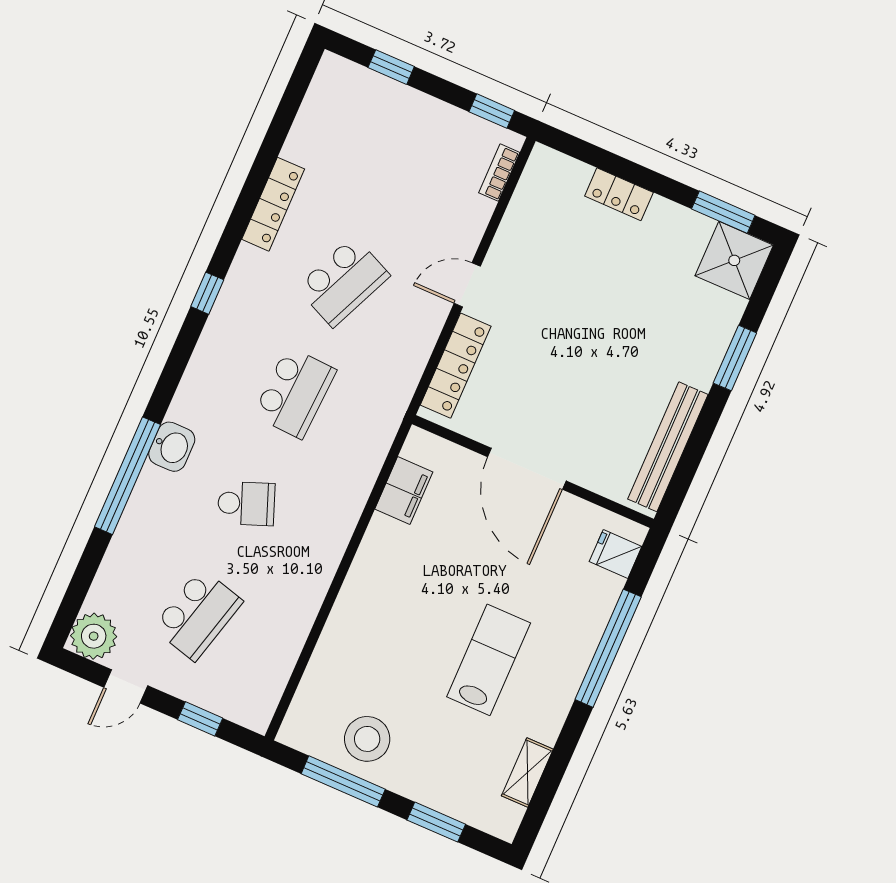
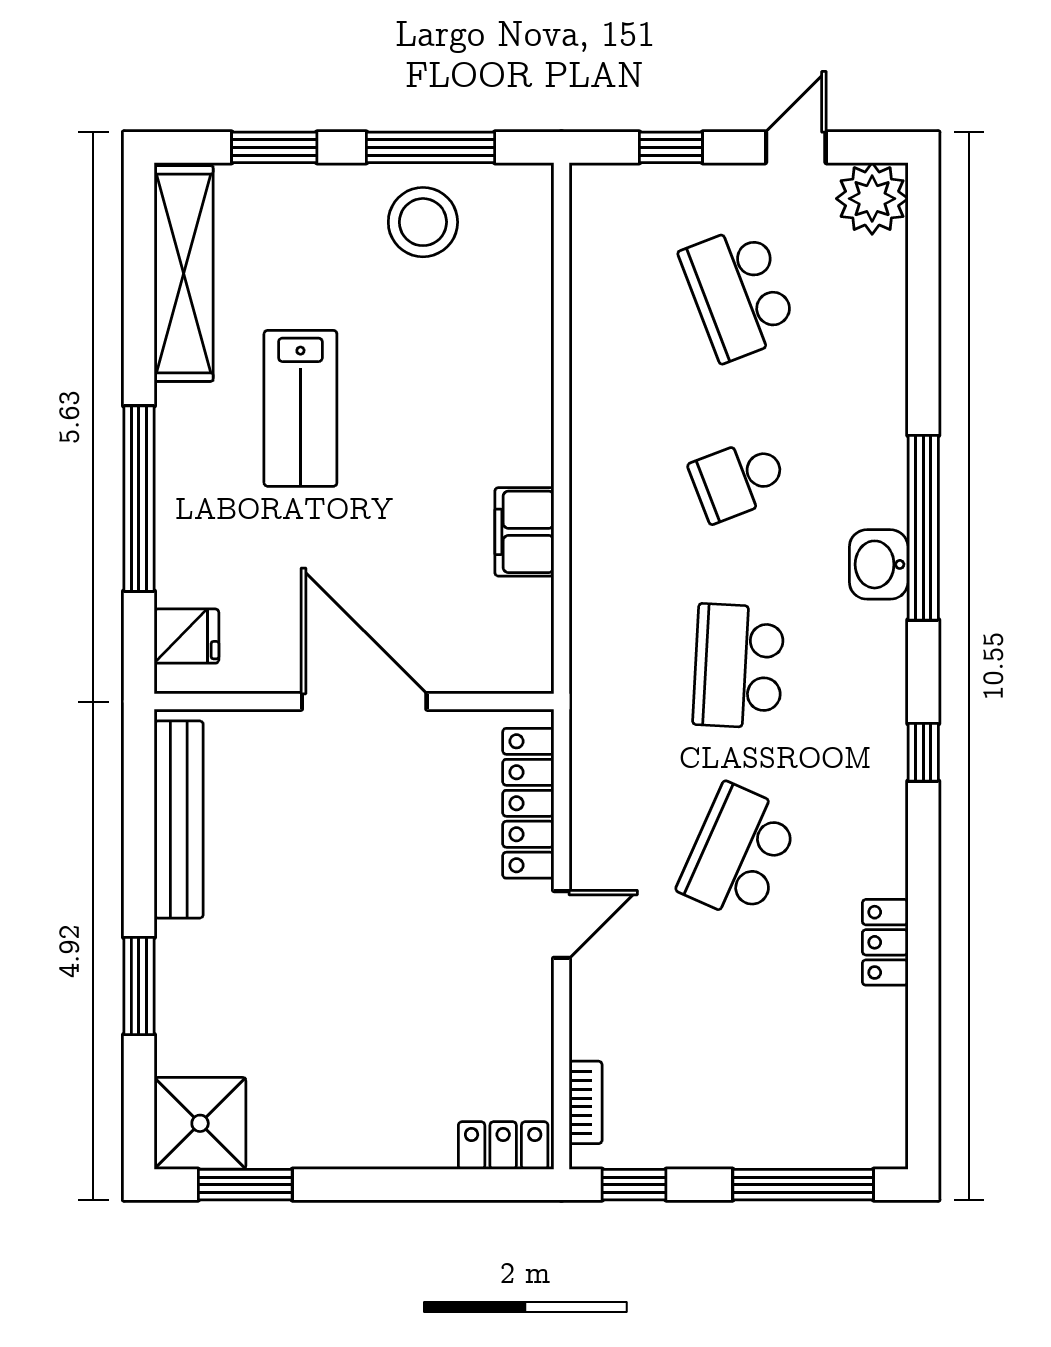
window: (391, 67) -> (803, 1185), width x2.17
locker: (619, 194) -> (503, 1146), moved
locker: (273, 204) -> (885, 942), width x0.66
washbasin: (172, 447) -> (879, 564), moved
window: (127, 476) -> (923, 528), moved
filing cabinet: (404, 491) -> (524, 532), moved
school desk: (198, 615) -> (739, 293), turned -36
shelving: (527, 773) -> (184, 273), width x2.20, depth x1.33

